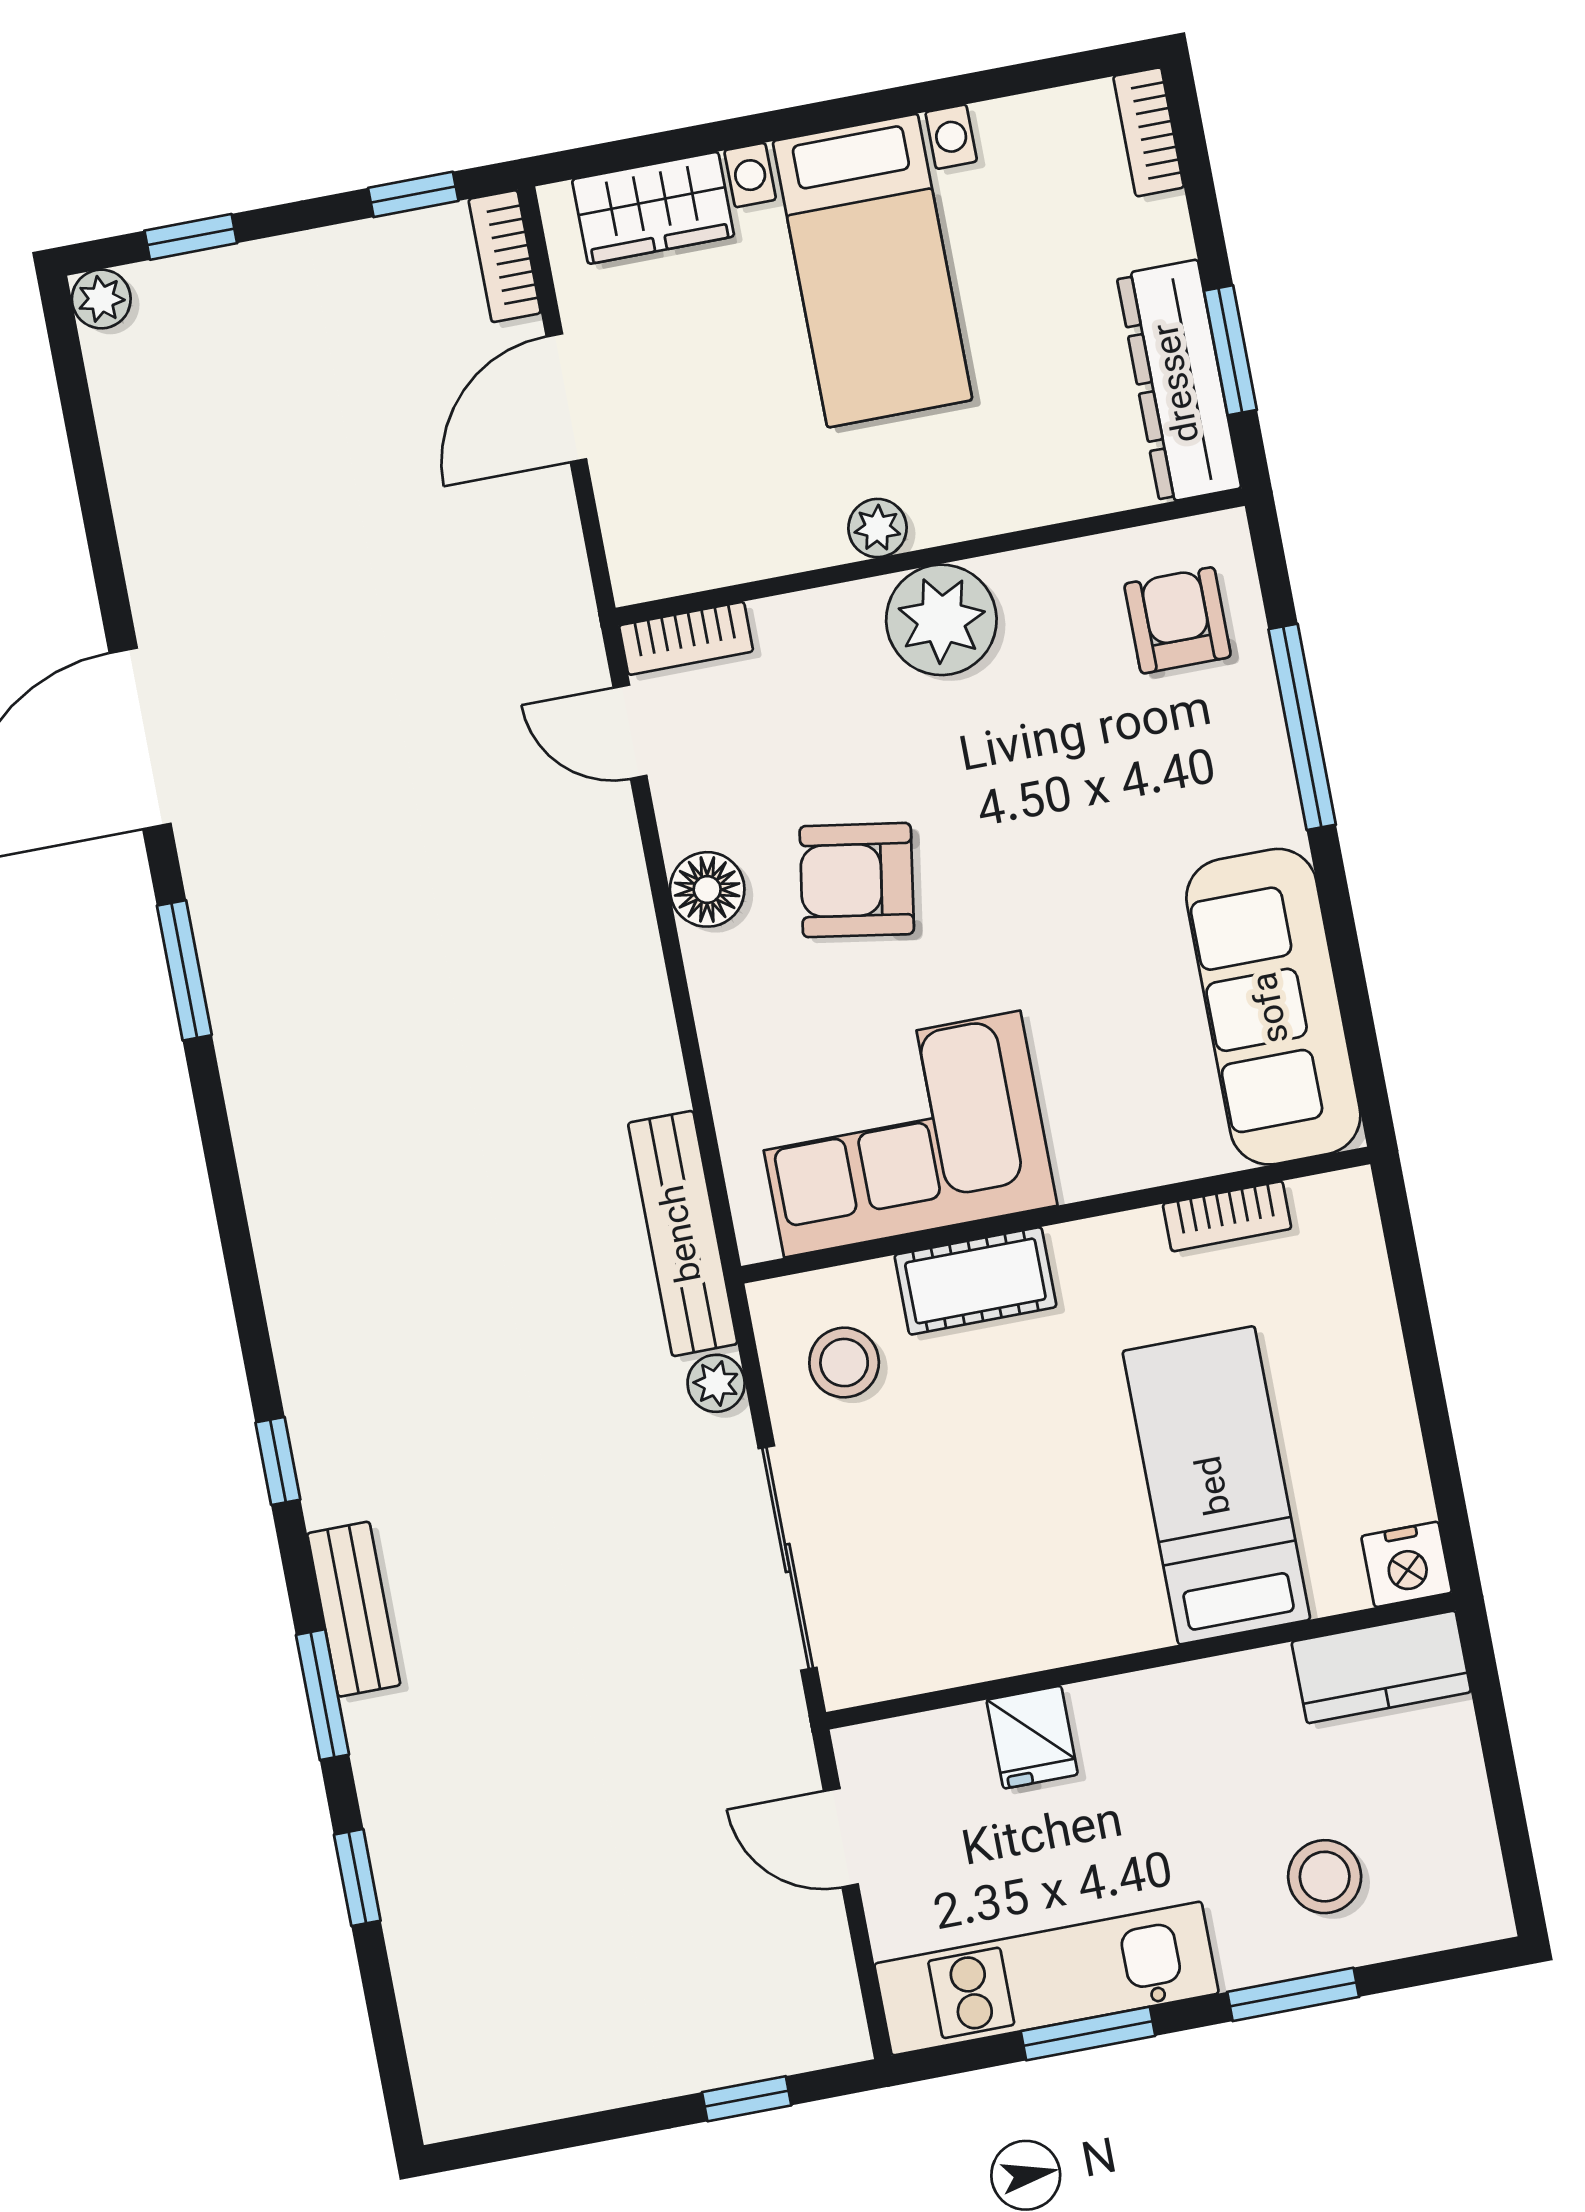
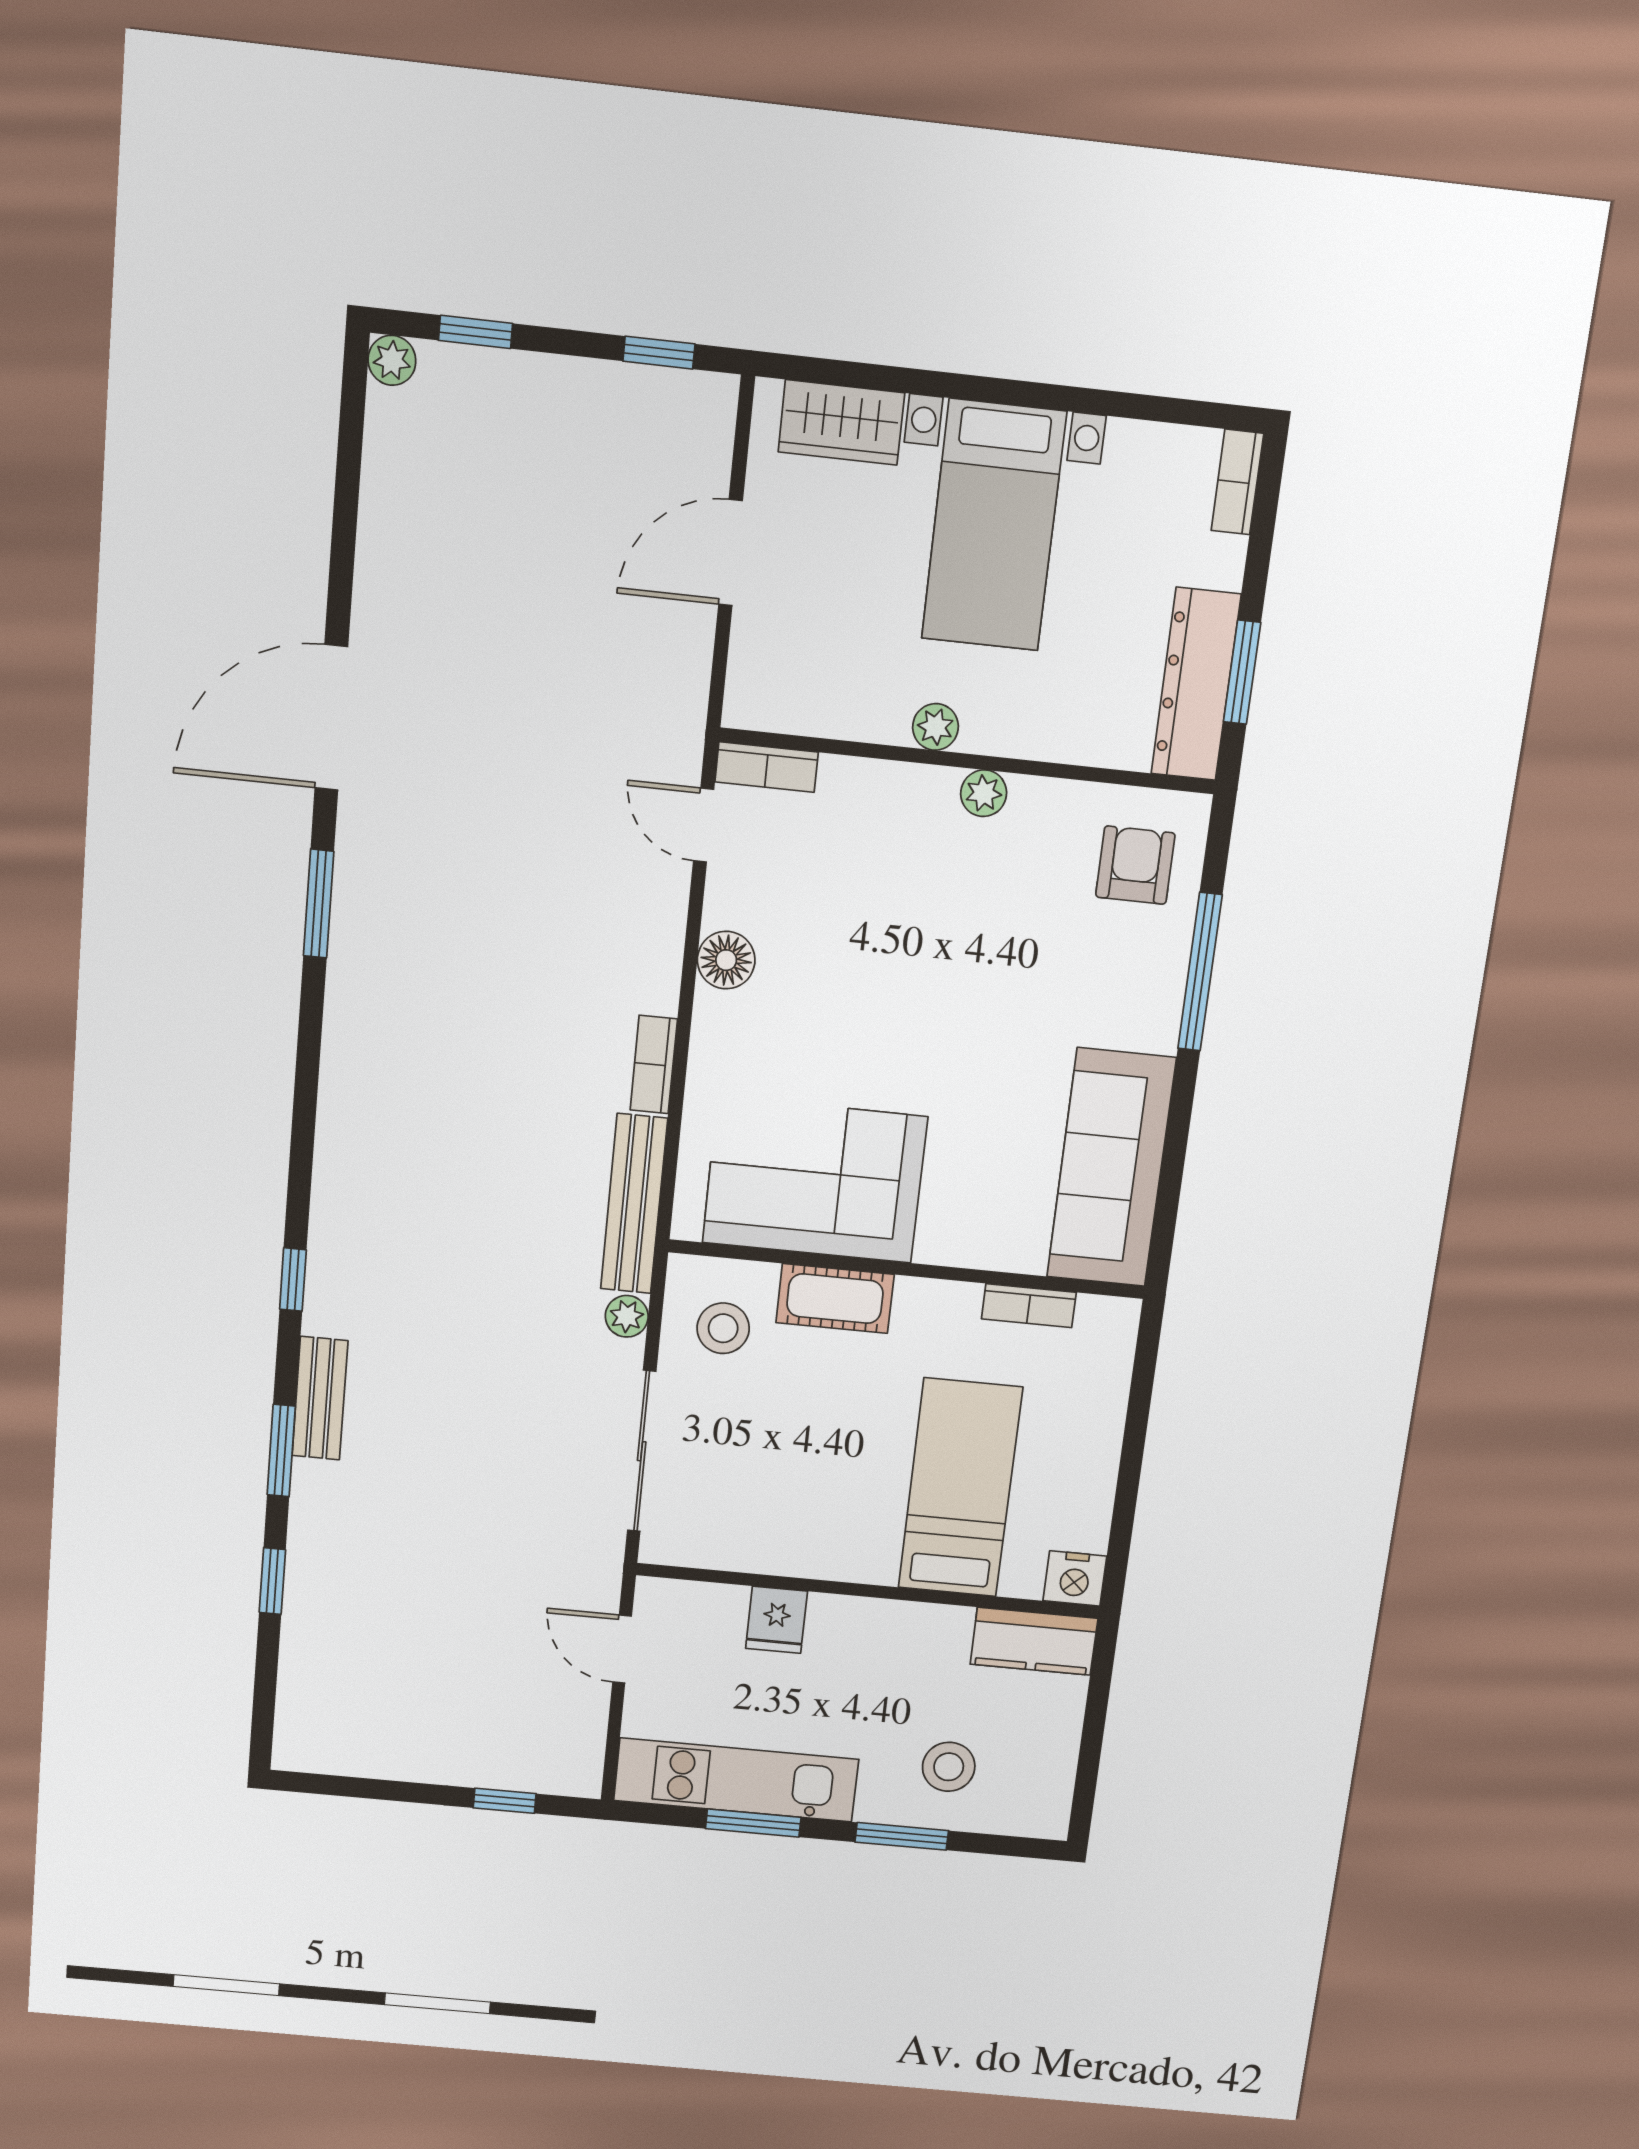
bookcase: (505, 256) -> (654, 1065), moved
plant: (941, 620) -> (984, 793), width x0.53, depth x0.53
armchair: (857, 880) -> (839, 986), removed

